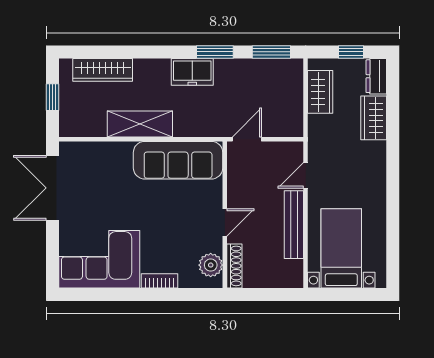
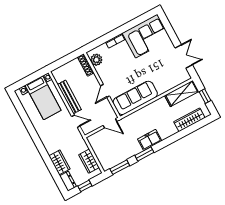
shelving: (140, 124) -> (182, 93), moved
door: (247, 139) -> (110, 123), hinge flipped
door: (306, 175) -> (76, 121), hinge flipped
double door: (52, 188) -> (184, 56), width x0.73
door: (225, 222) -> (105, 91), moved

